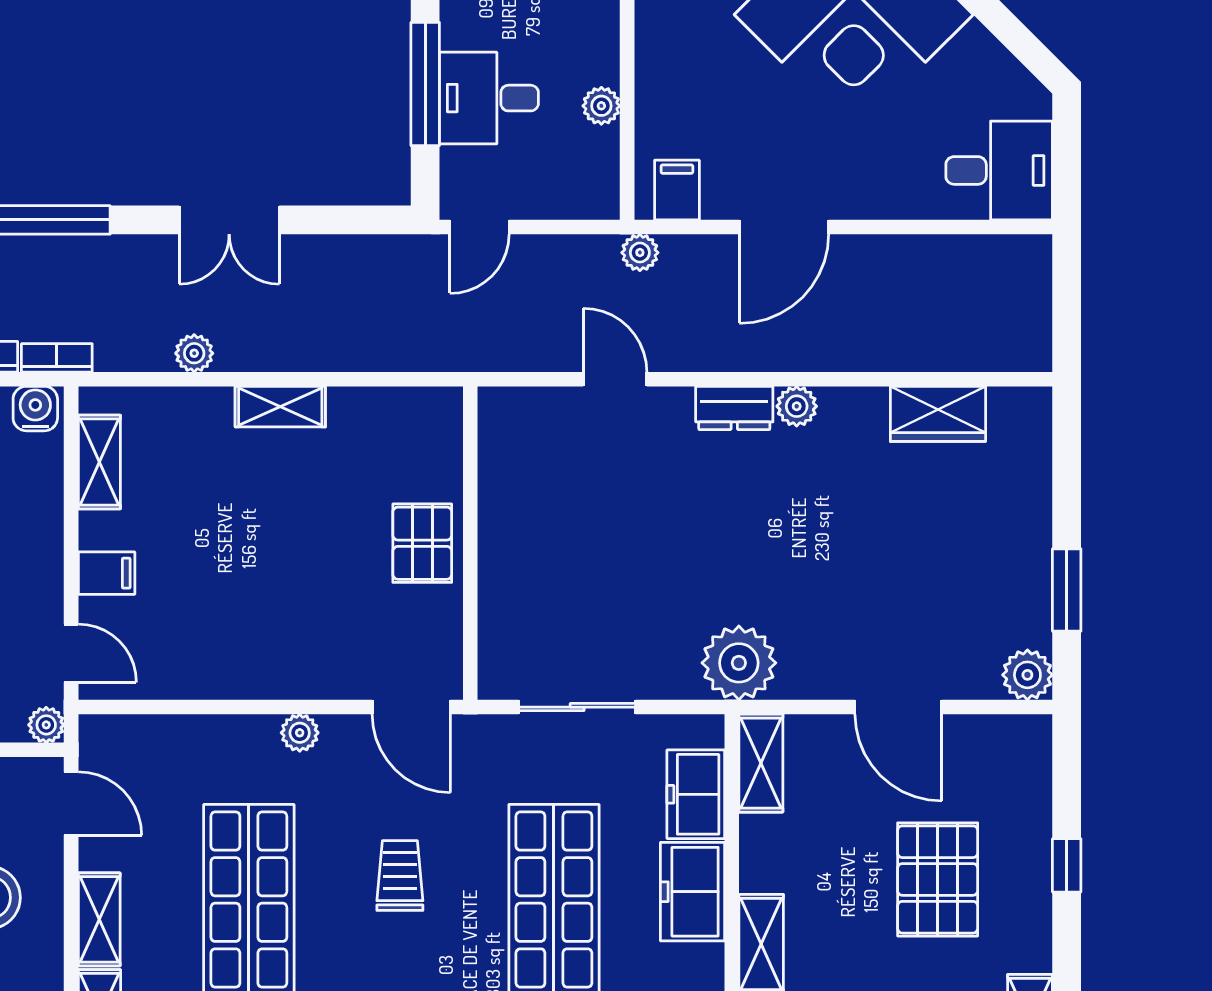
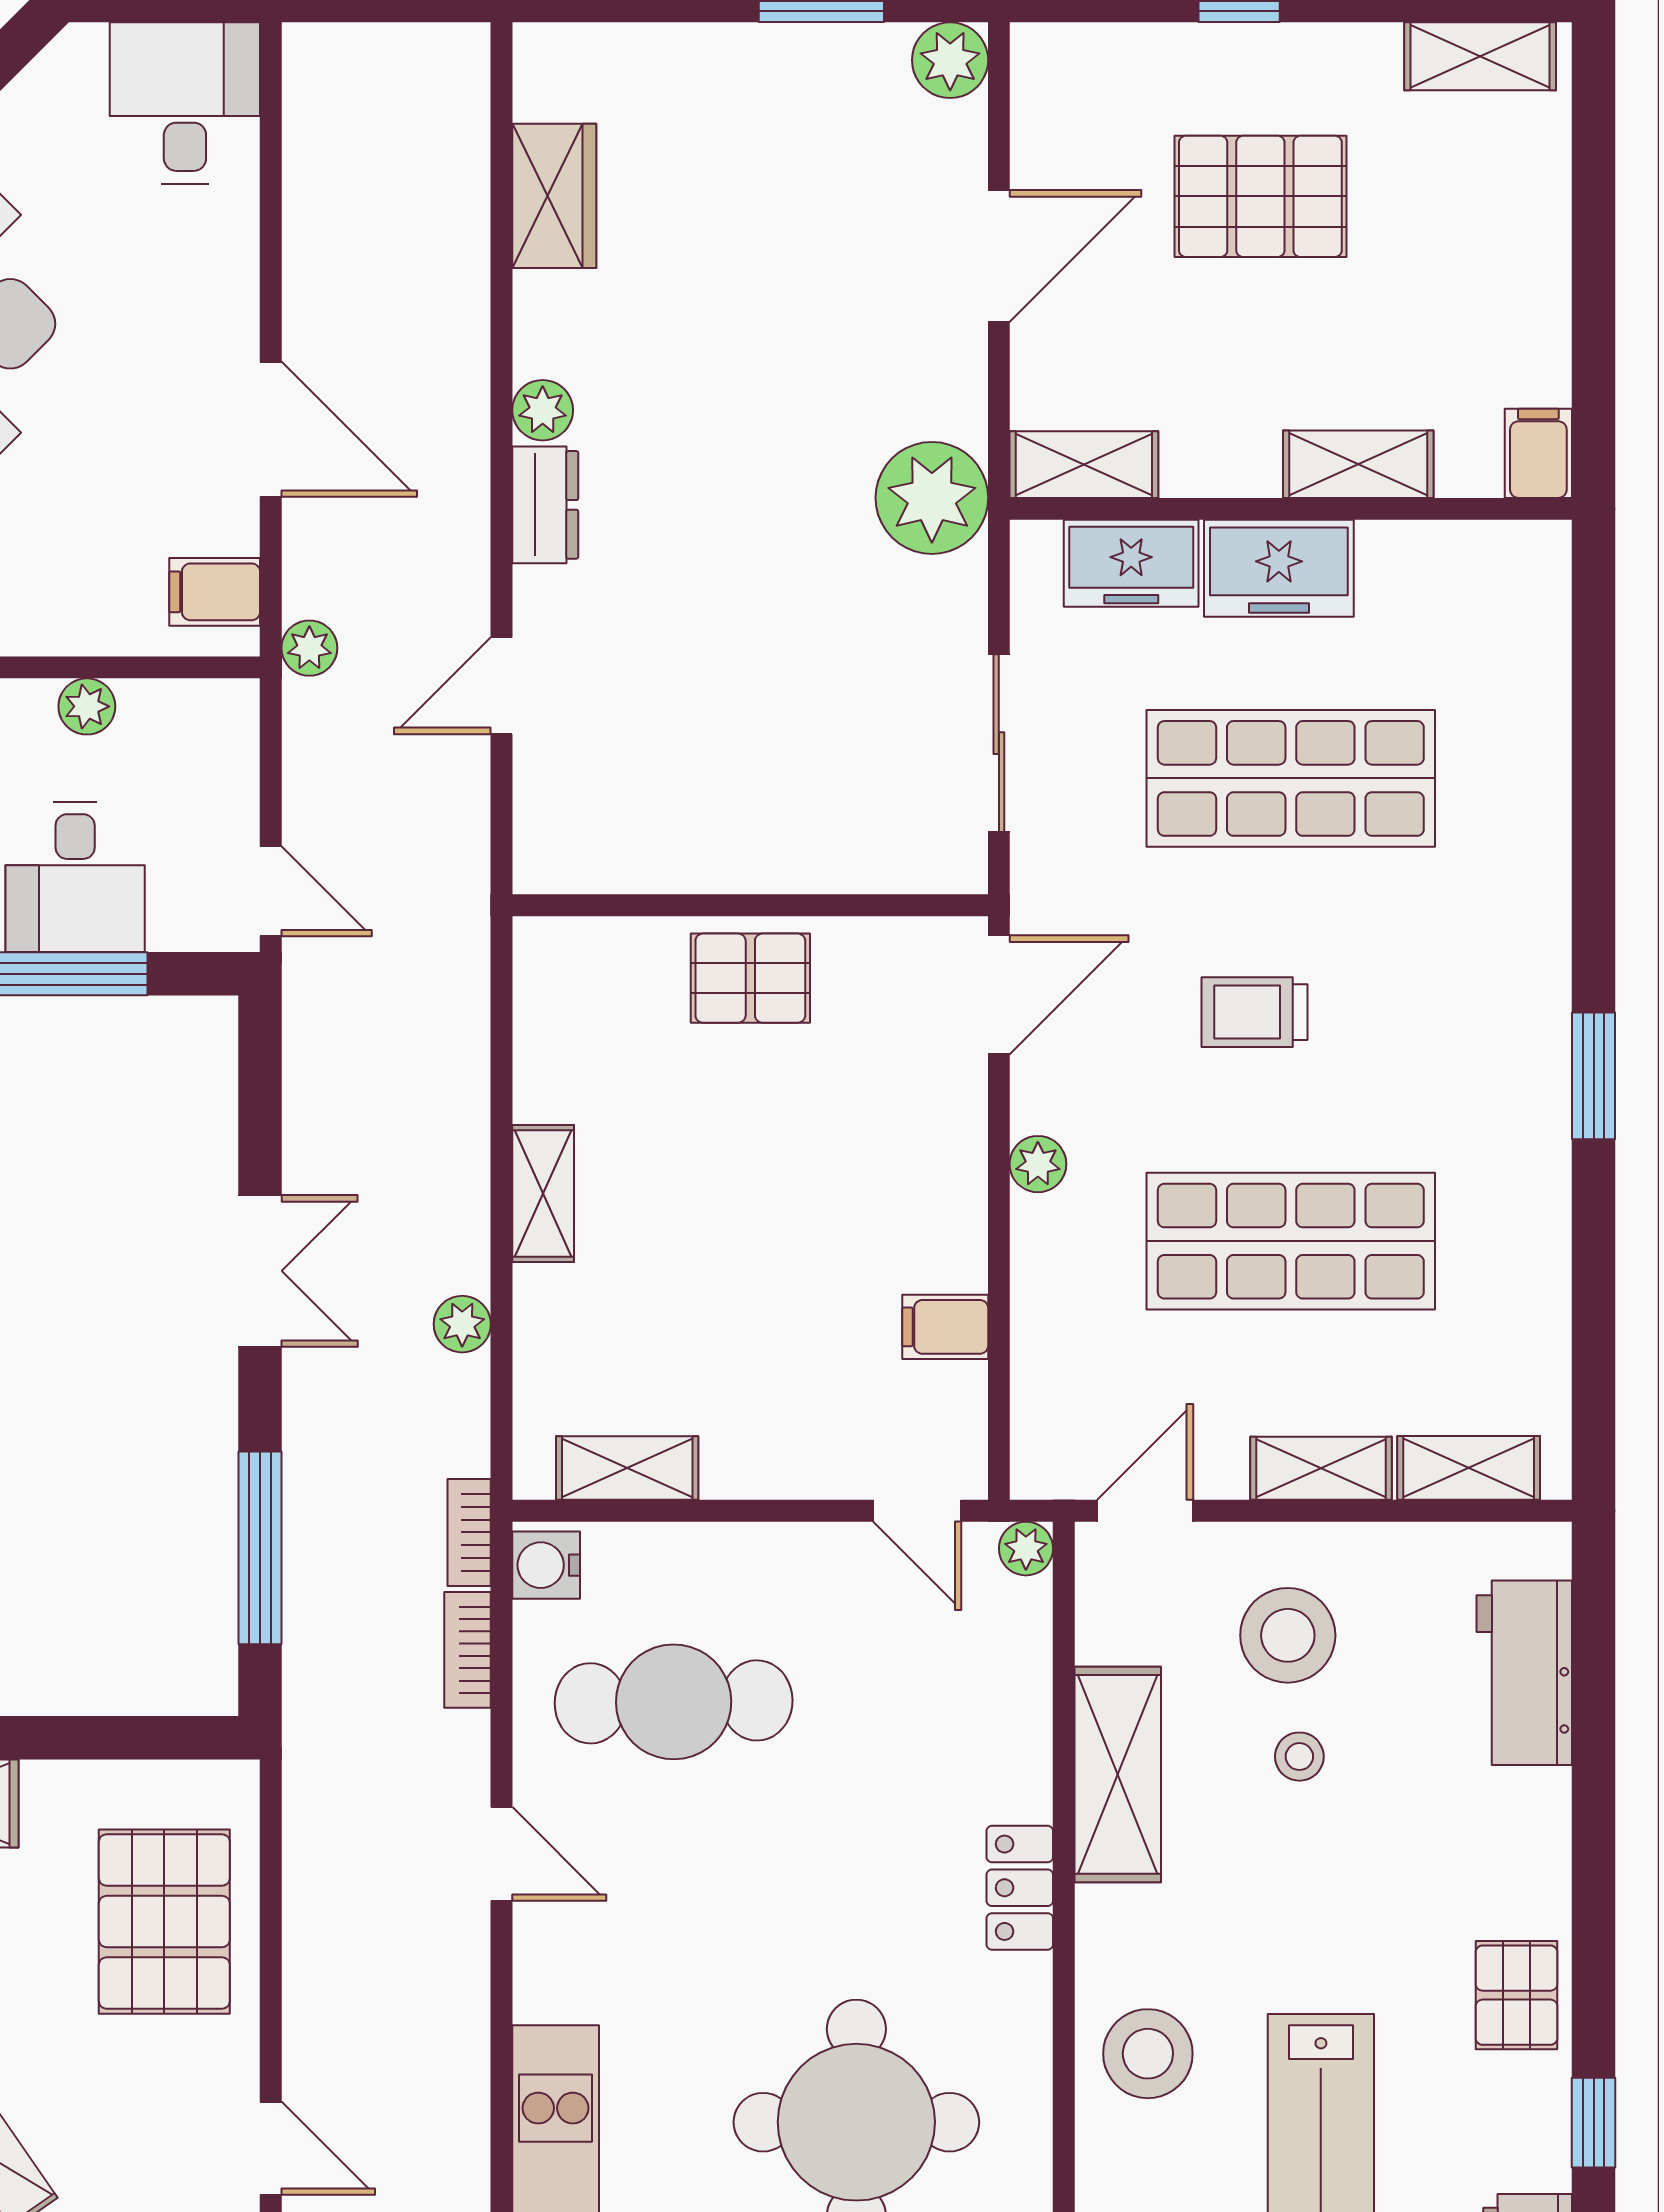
filing cabinet: (107, 573) -> (945, 1327), moved, turned -90
door: (71, 653) -> (917, 1511), swing flipped

